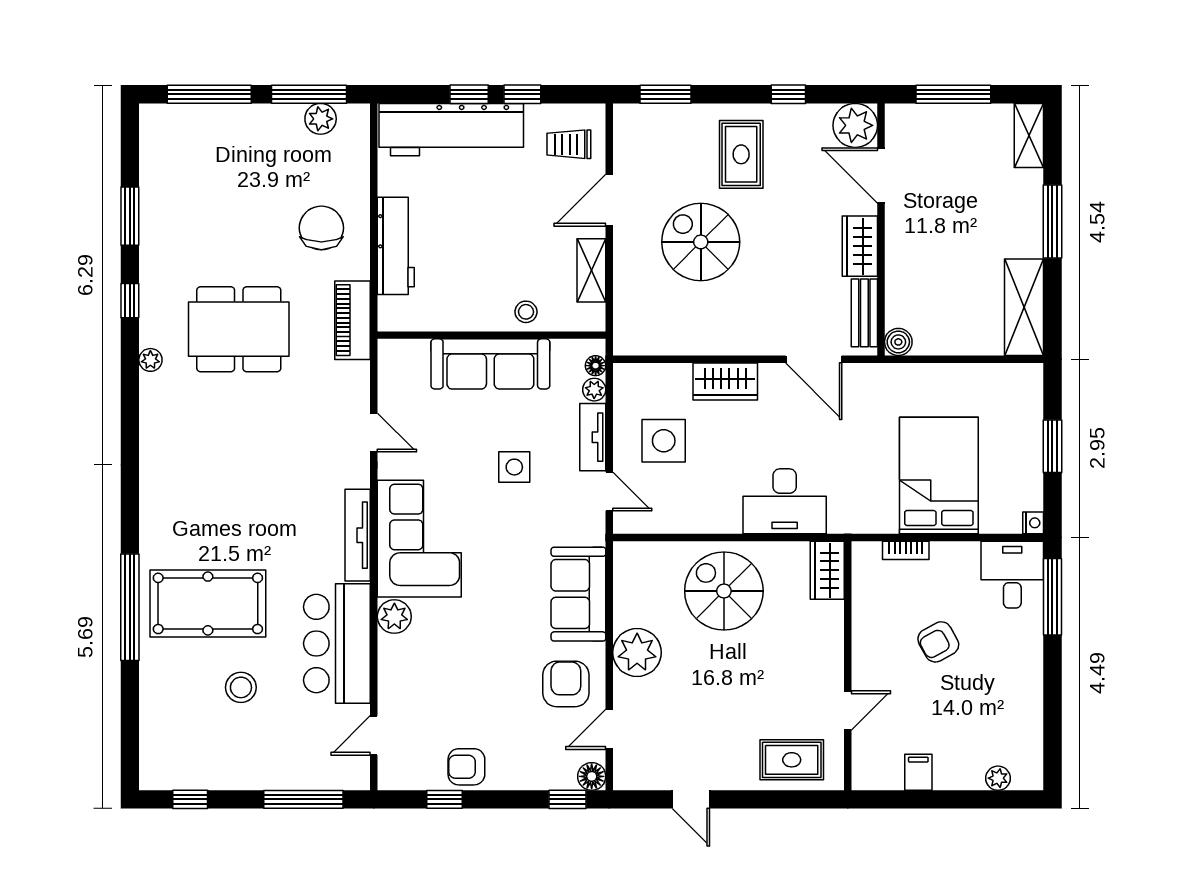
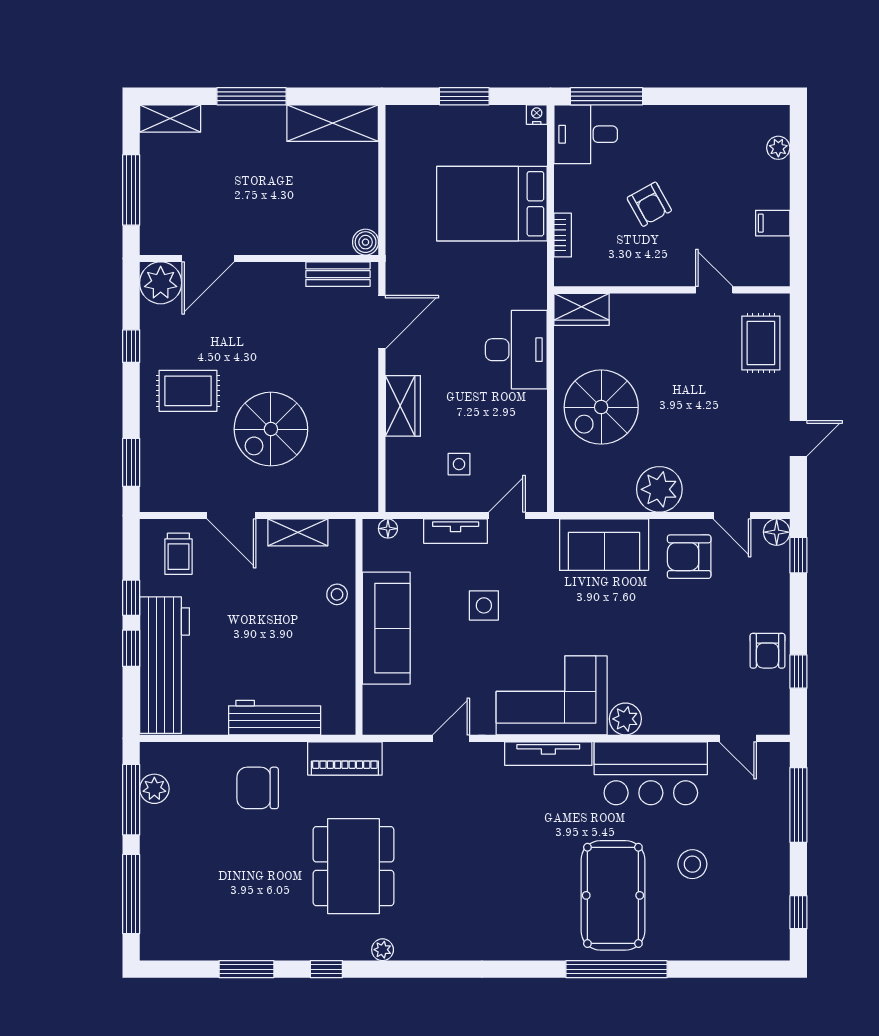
wardrobe: (860, 246) -> (275, 278), removed
plant: (594, 390) -> (411, 530), removed
side table: (664, 441) -> (459, 464), width x0.54, depth x0.54

